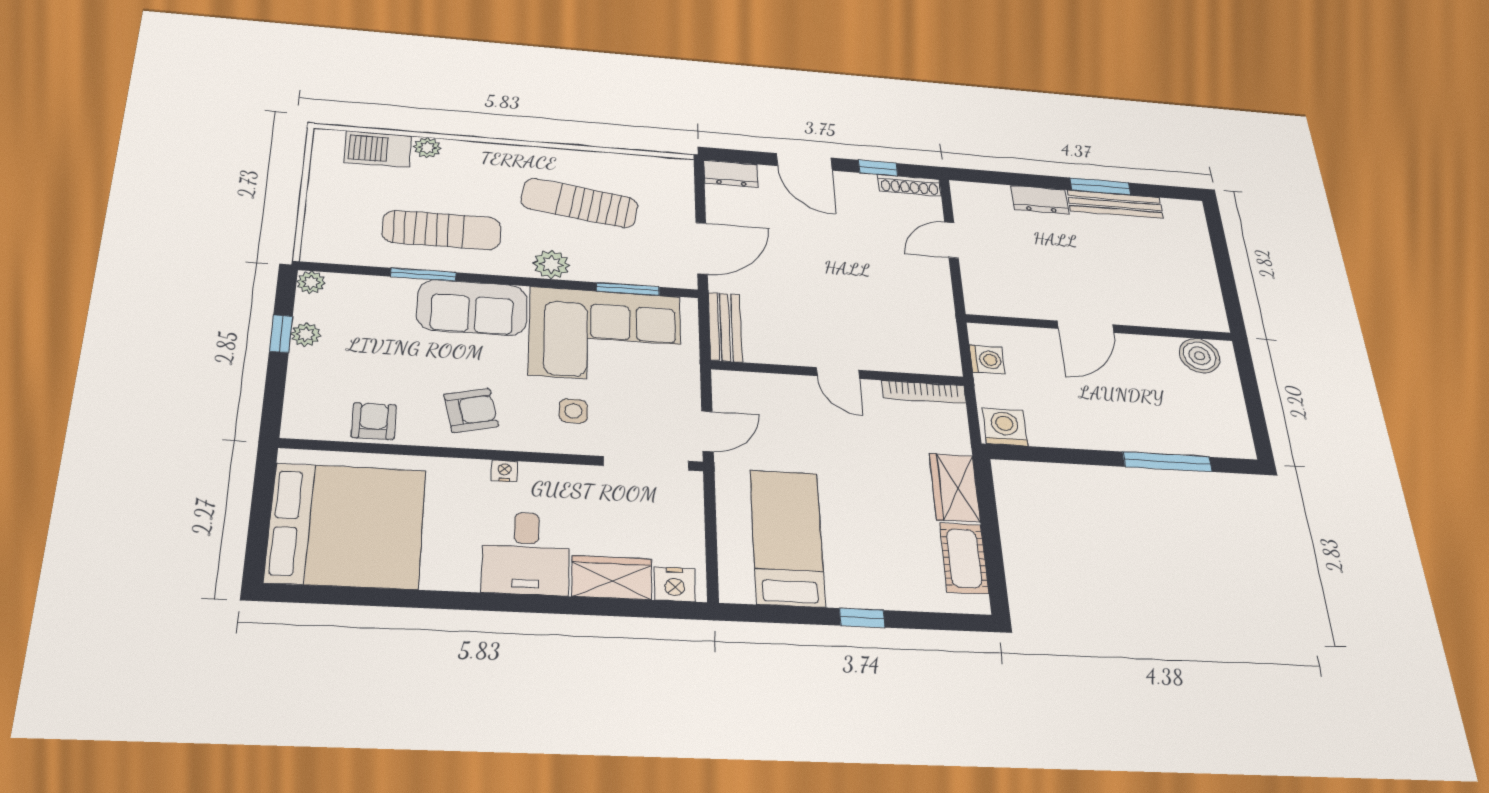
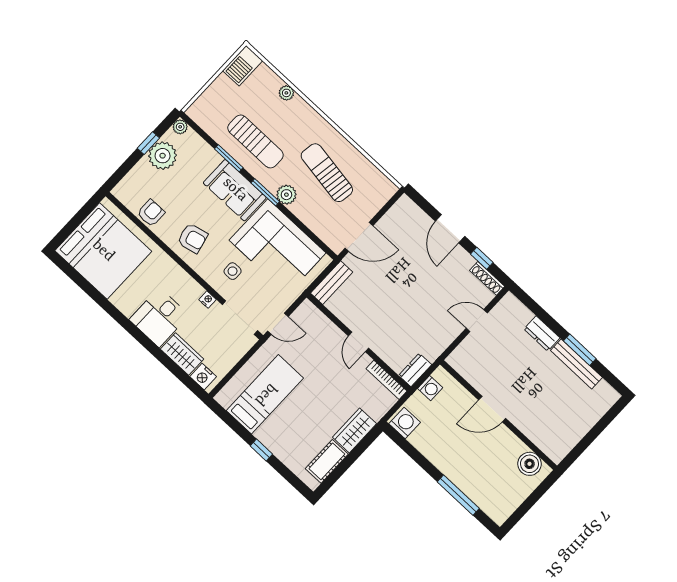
barbecue: (378, 149) -> (243, 66), moved, turned -90
dresser: (731, 174) -> (415, 370), moved, turned 90
window: (628, 289) -> (265, 192), moved
plant: (306, 334) -> (163, 156), width x1.88, depth x1.88
nightstand: (505, 471) -> (207, 300), moved

